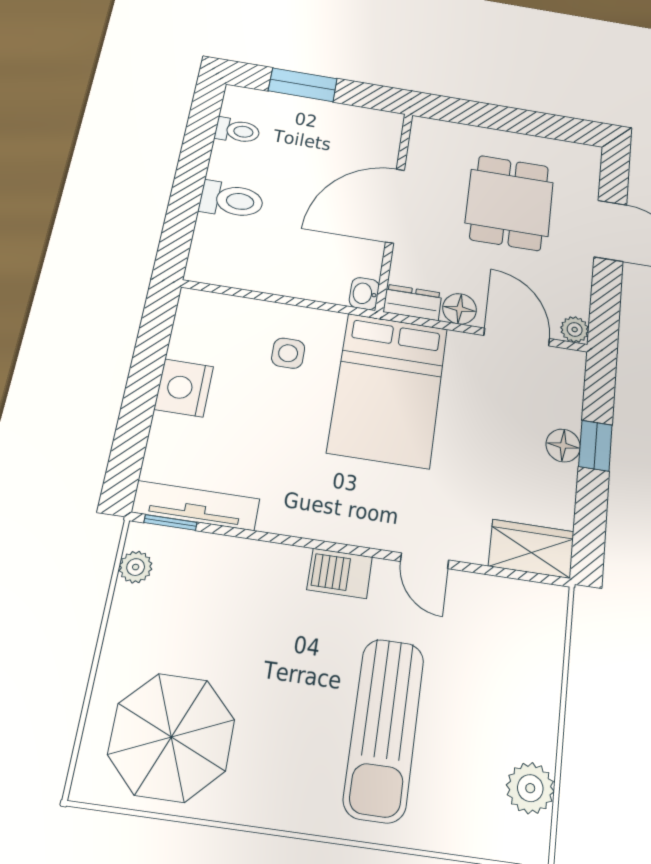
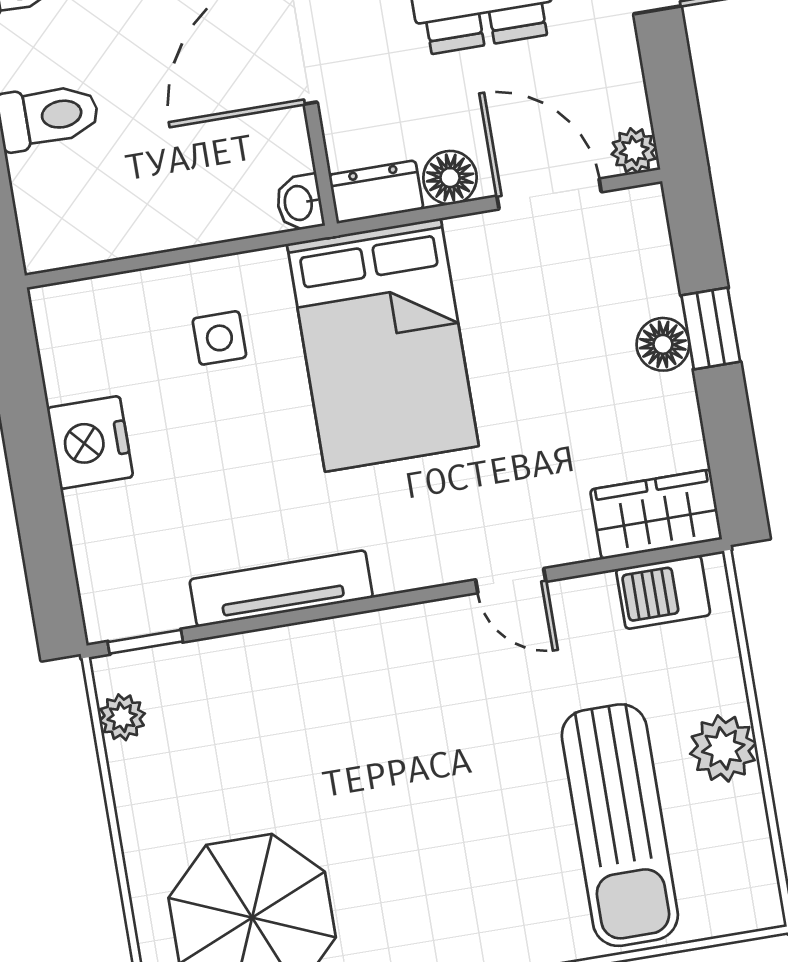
tv unit: (196, 506) -> (281, 589), moved
barbecue: (340, 573) -> (663, 592), moved
sun lounger: (384, 729) -> (620, 825), moved
plant: (530, 788) -> (723, 748), moved

